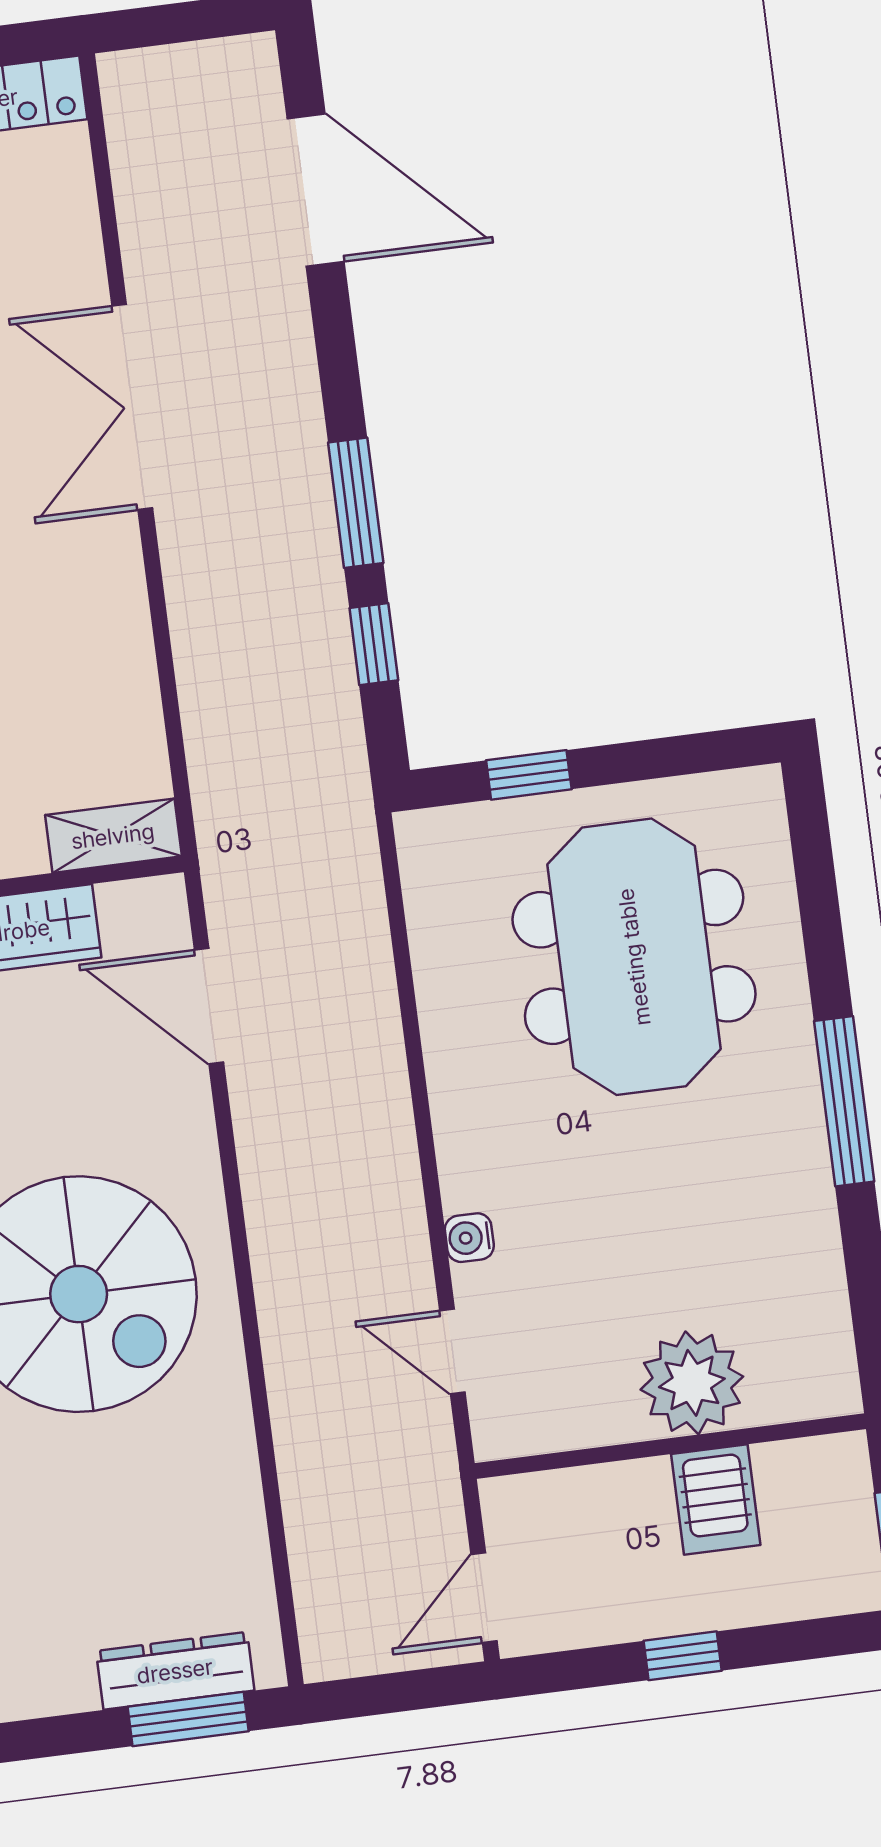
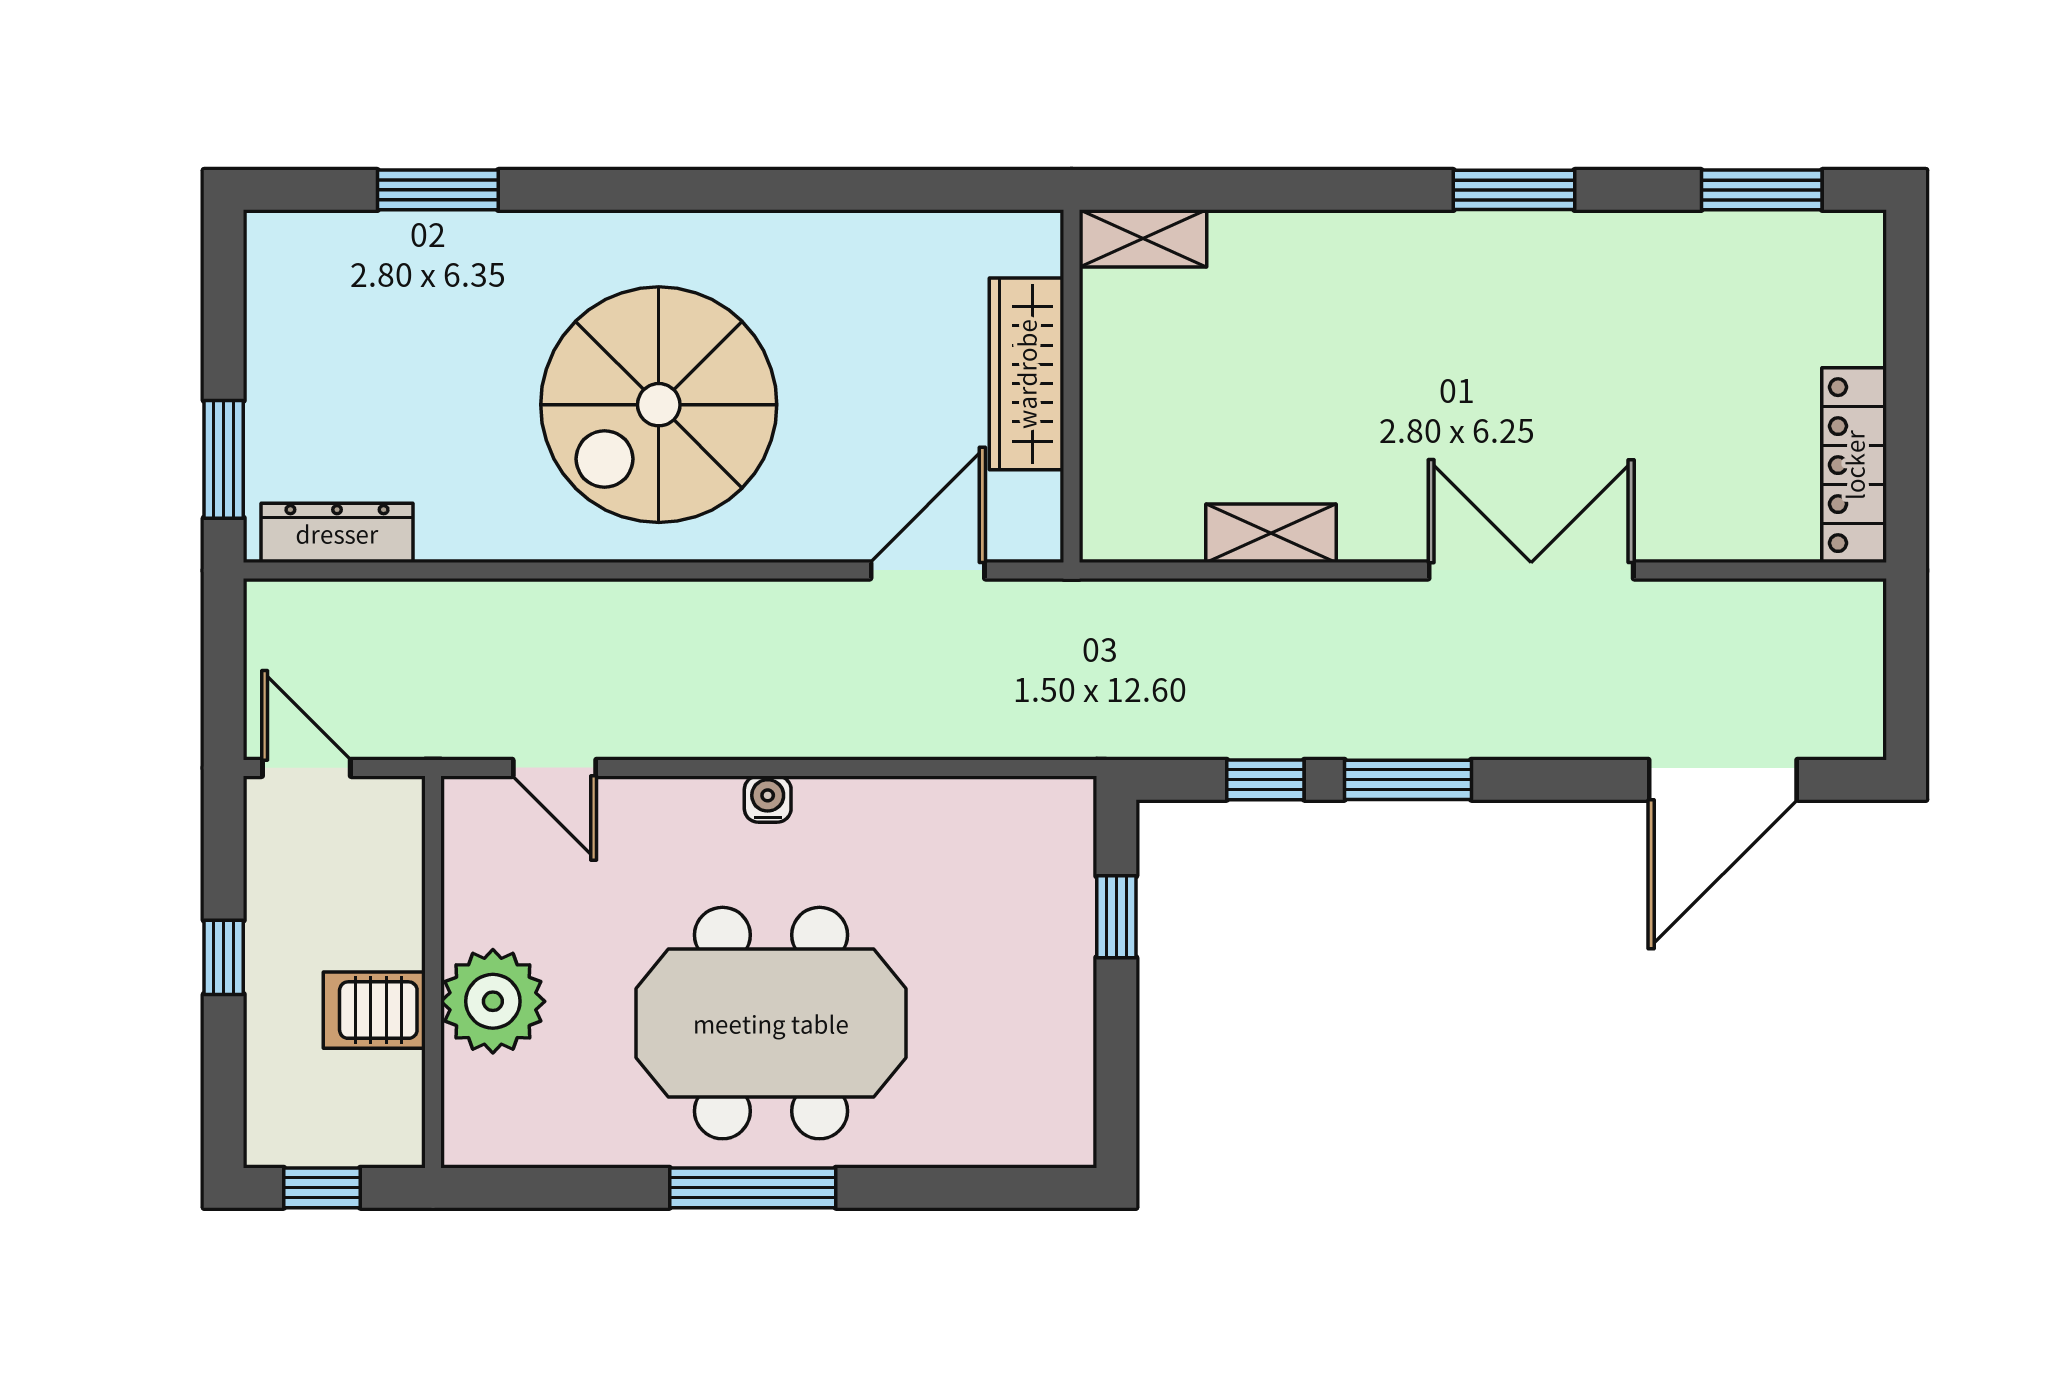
shelving: (113, 836) -> (1271, 533), moved, turned 90
meeting table: (634, 957) -> (771, 1023), moved
water cooler: (469, 1238) -> (768, 799), moved
door: (452, 1351) -> (554, 768), swing flipped
dresser: (175, 1671) -> (337, 533), moved, turned -90

